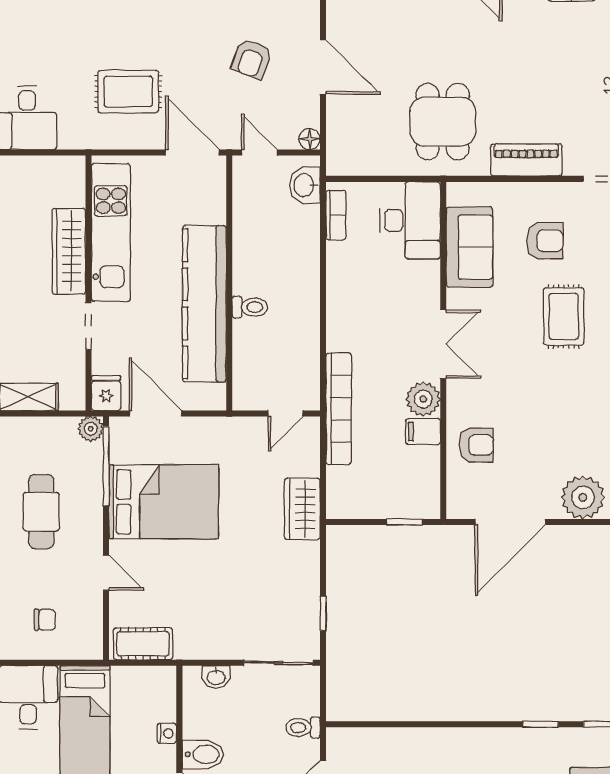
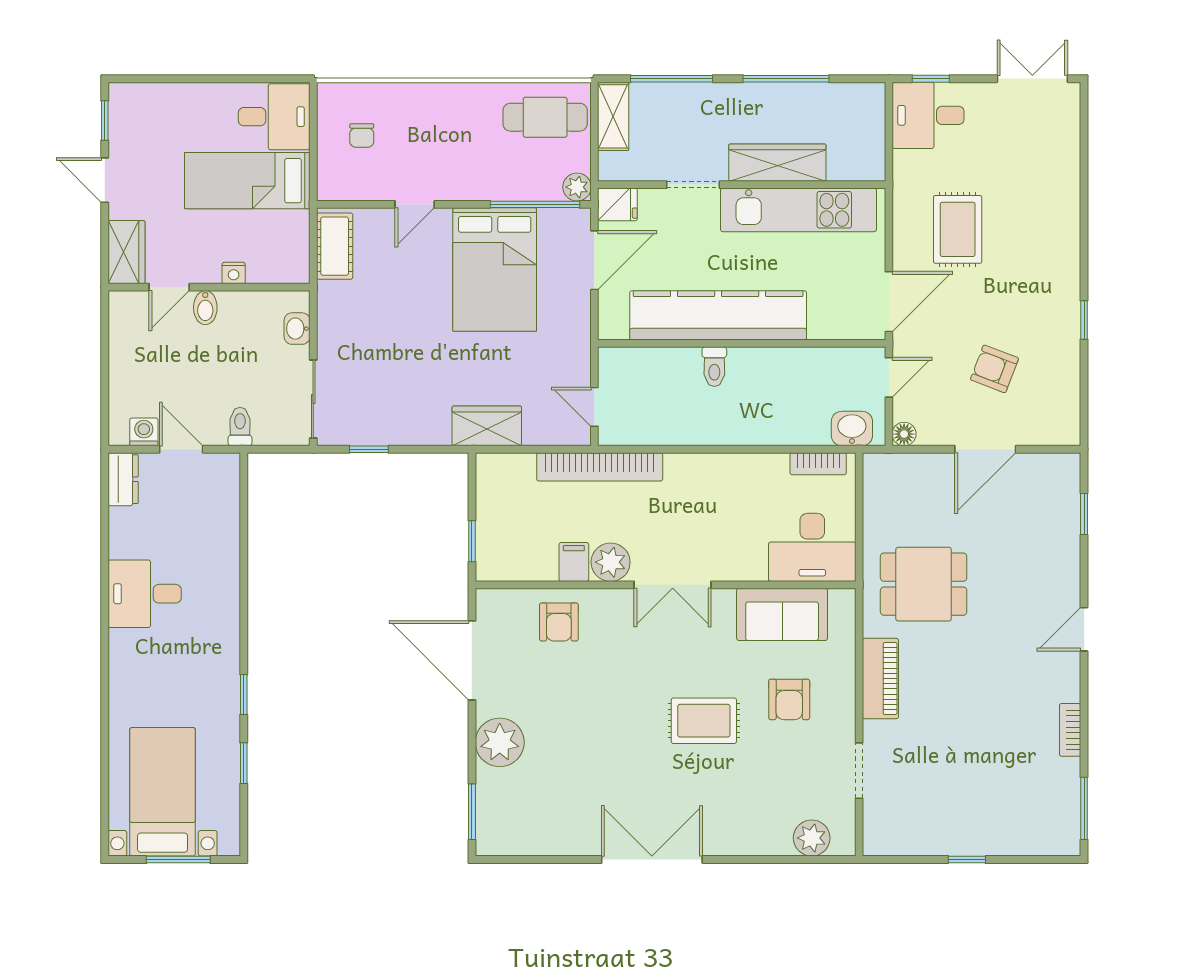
cafe table: (41, 512) -> (545, 117), moved
bidet: (203, 754) -> (205, 308), width x0.72, depth x0.74

